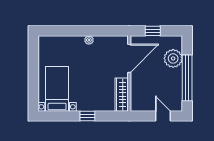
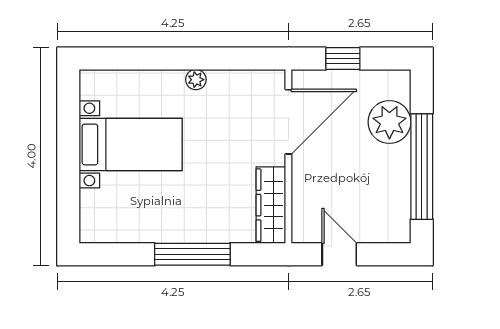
bed with nightstands: (57, 89) -> (131, 144), moved, turned 90
window: (87, 116) -> (192, 254), width x2.17
door: (163, 116) -> (339, 254), moved

